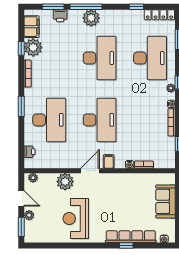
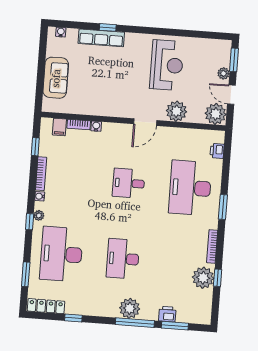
filing cabinet: (32, 27) -> (203, 303), removed
desk: (100, 58) -> (123, 259), width x0.73, depth x0.77
desk: (100, 120) -> (129, 183), width x0.53, depth x0.77
filing cabinet: (109, 161) -> (59, 127), moved
plant: (33, 178) -> (216, 114), width x1.88, depth x1.88
row of seats: (131, 237) -> (101, 38), width x0.73

